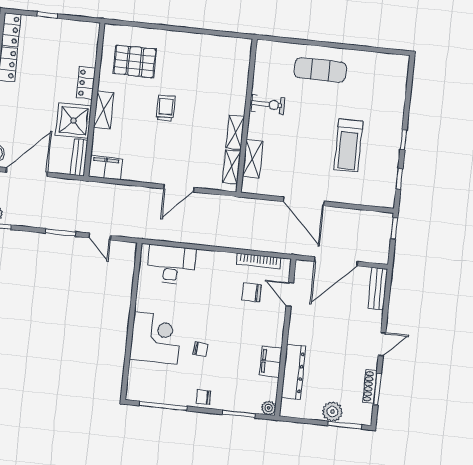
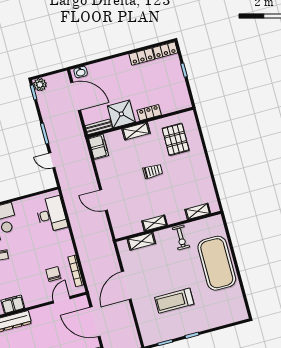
exercise mat: (320, 70) -> (217, 263), width x2.00, depth x1.45
shelving: (232, 167) -> (198, 211), moved
door: (100, 237) -> (52, 160), hinge flipped

